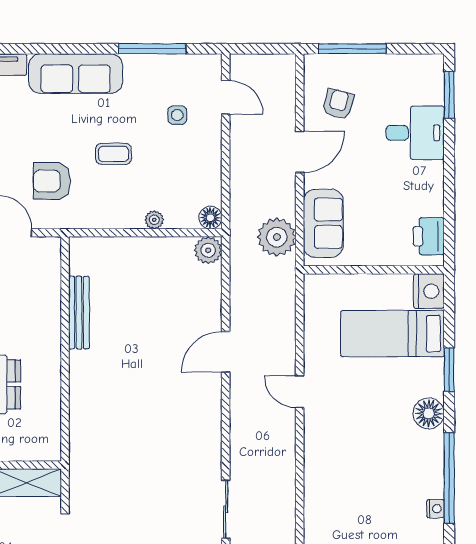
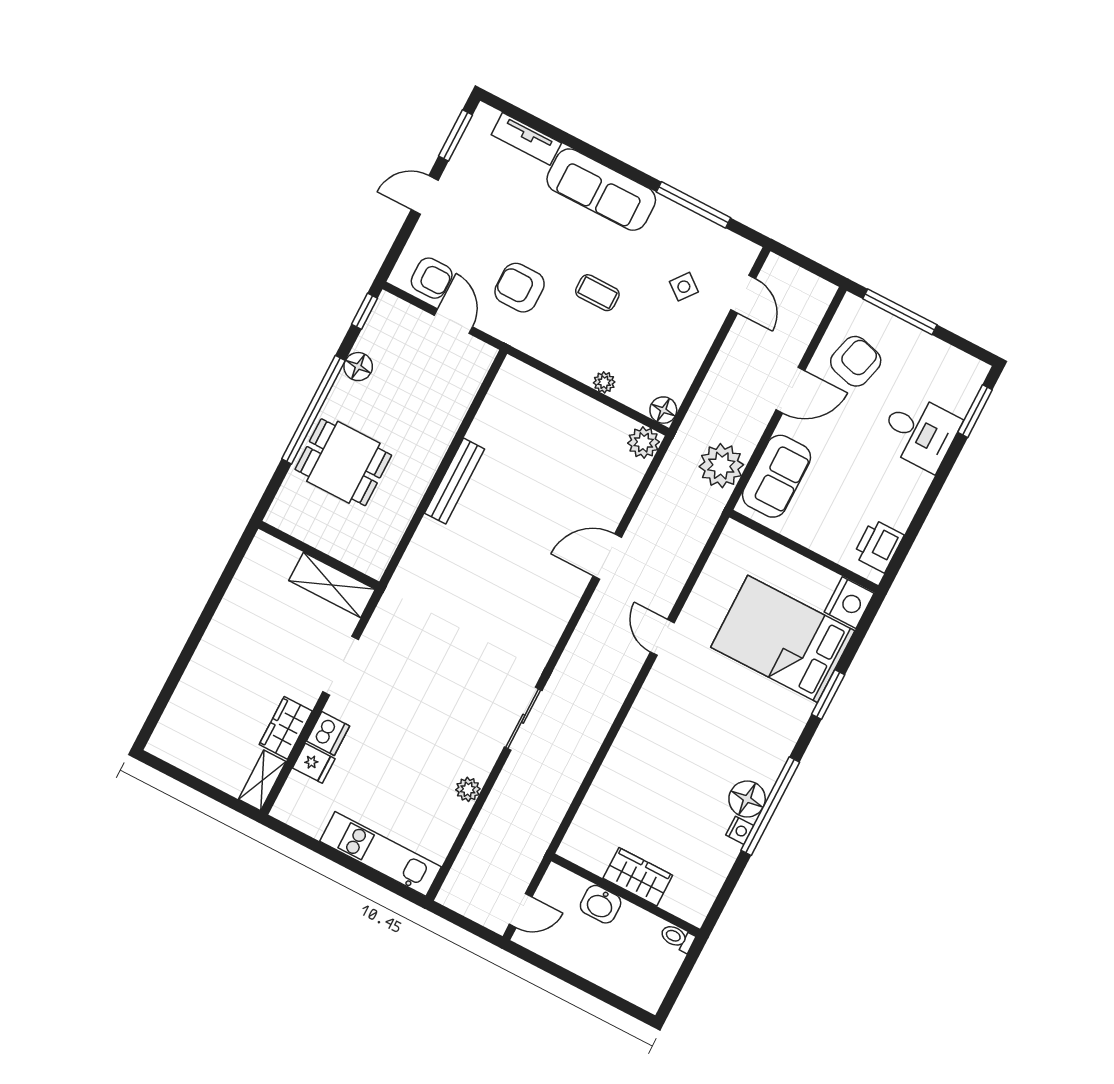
armchair: (338, 104) -> (856, 361), width x1.38, depth x1.38
side table: (177, 115) -> (684, 287), turned 38
bench: (79, 313) -> (455, 481), moved
bed: (392, 334) -> (783, 639), width x1.50
floor lamp: (429, 413) -> (747, 799), moved

